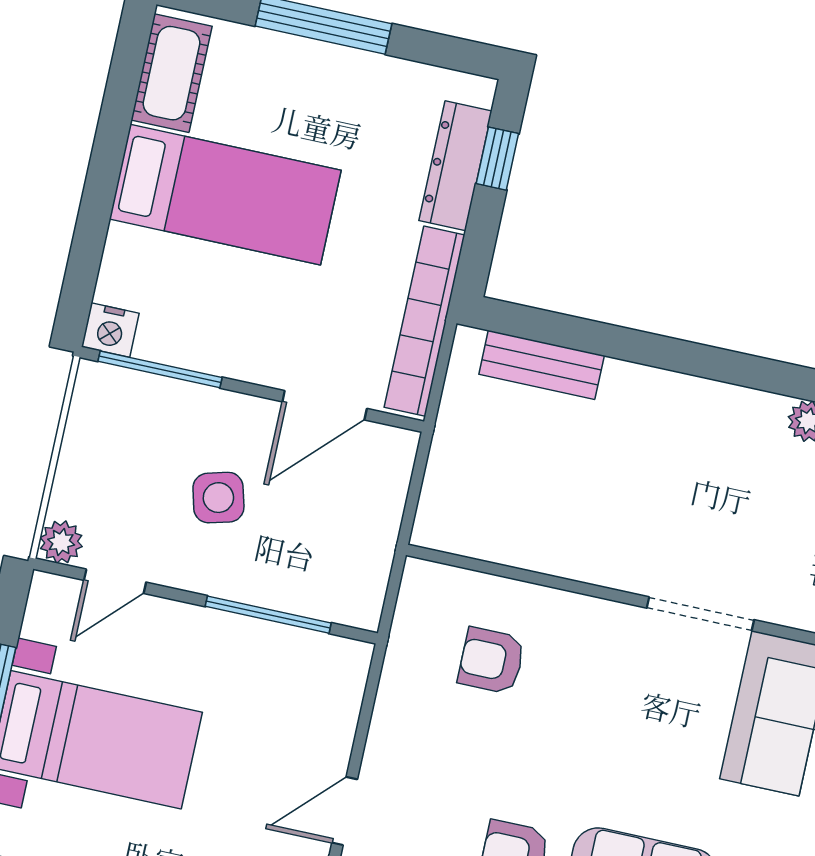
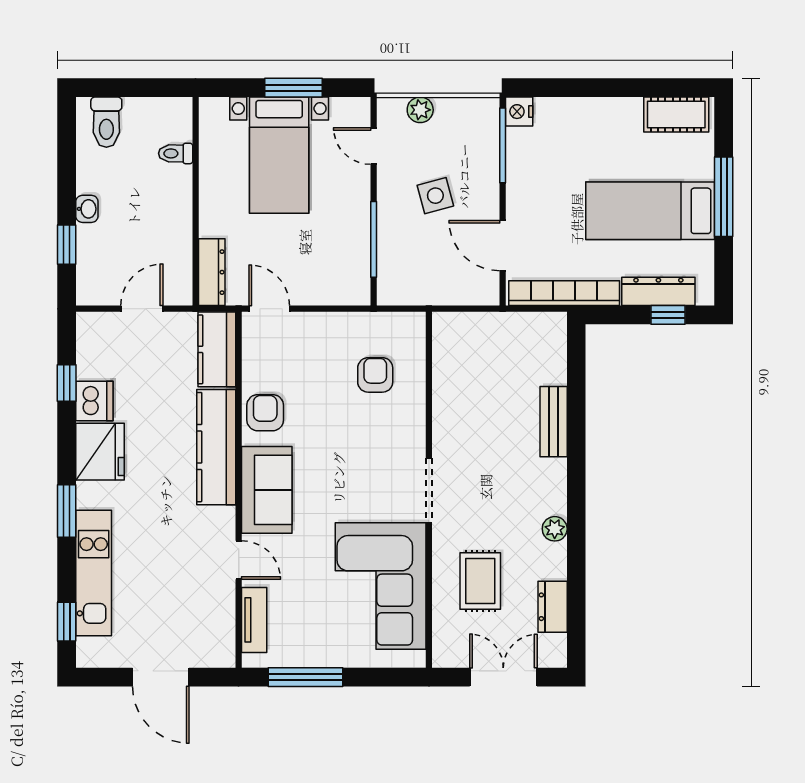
bed: (225, 195) -> (650, 211), moved, turned 90
bench: (542, 365) -> (554, 422), moved
plant: (61, 542) -> (420, 110), moved

